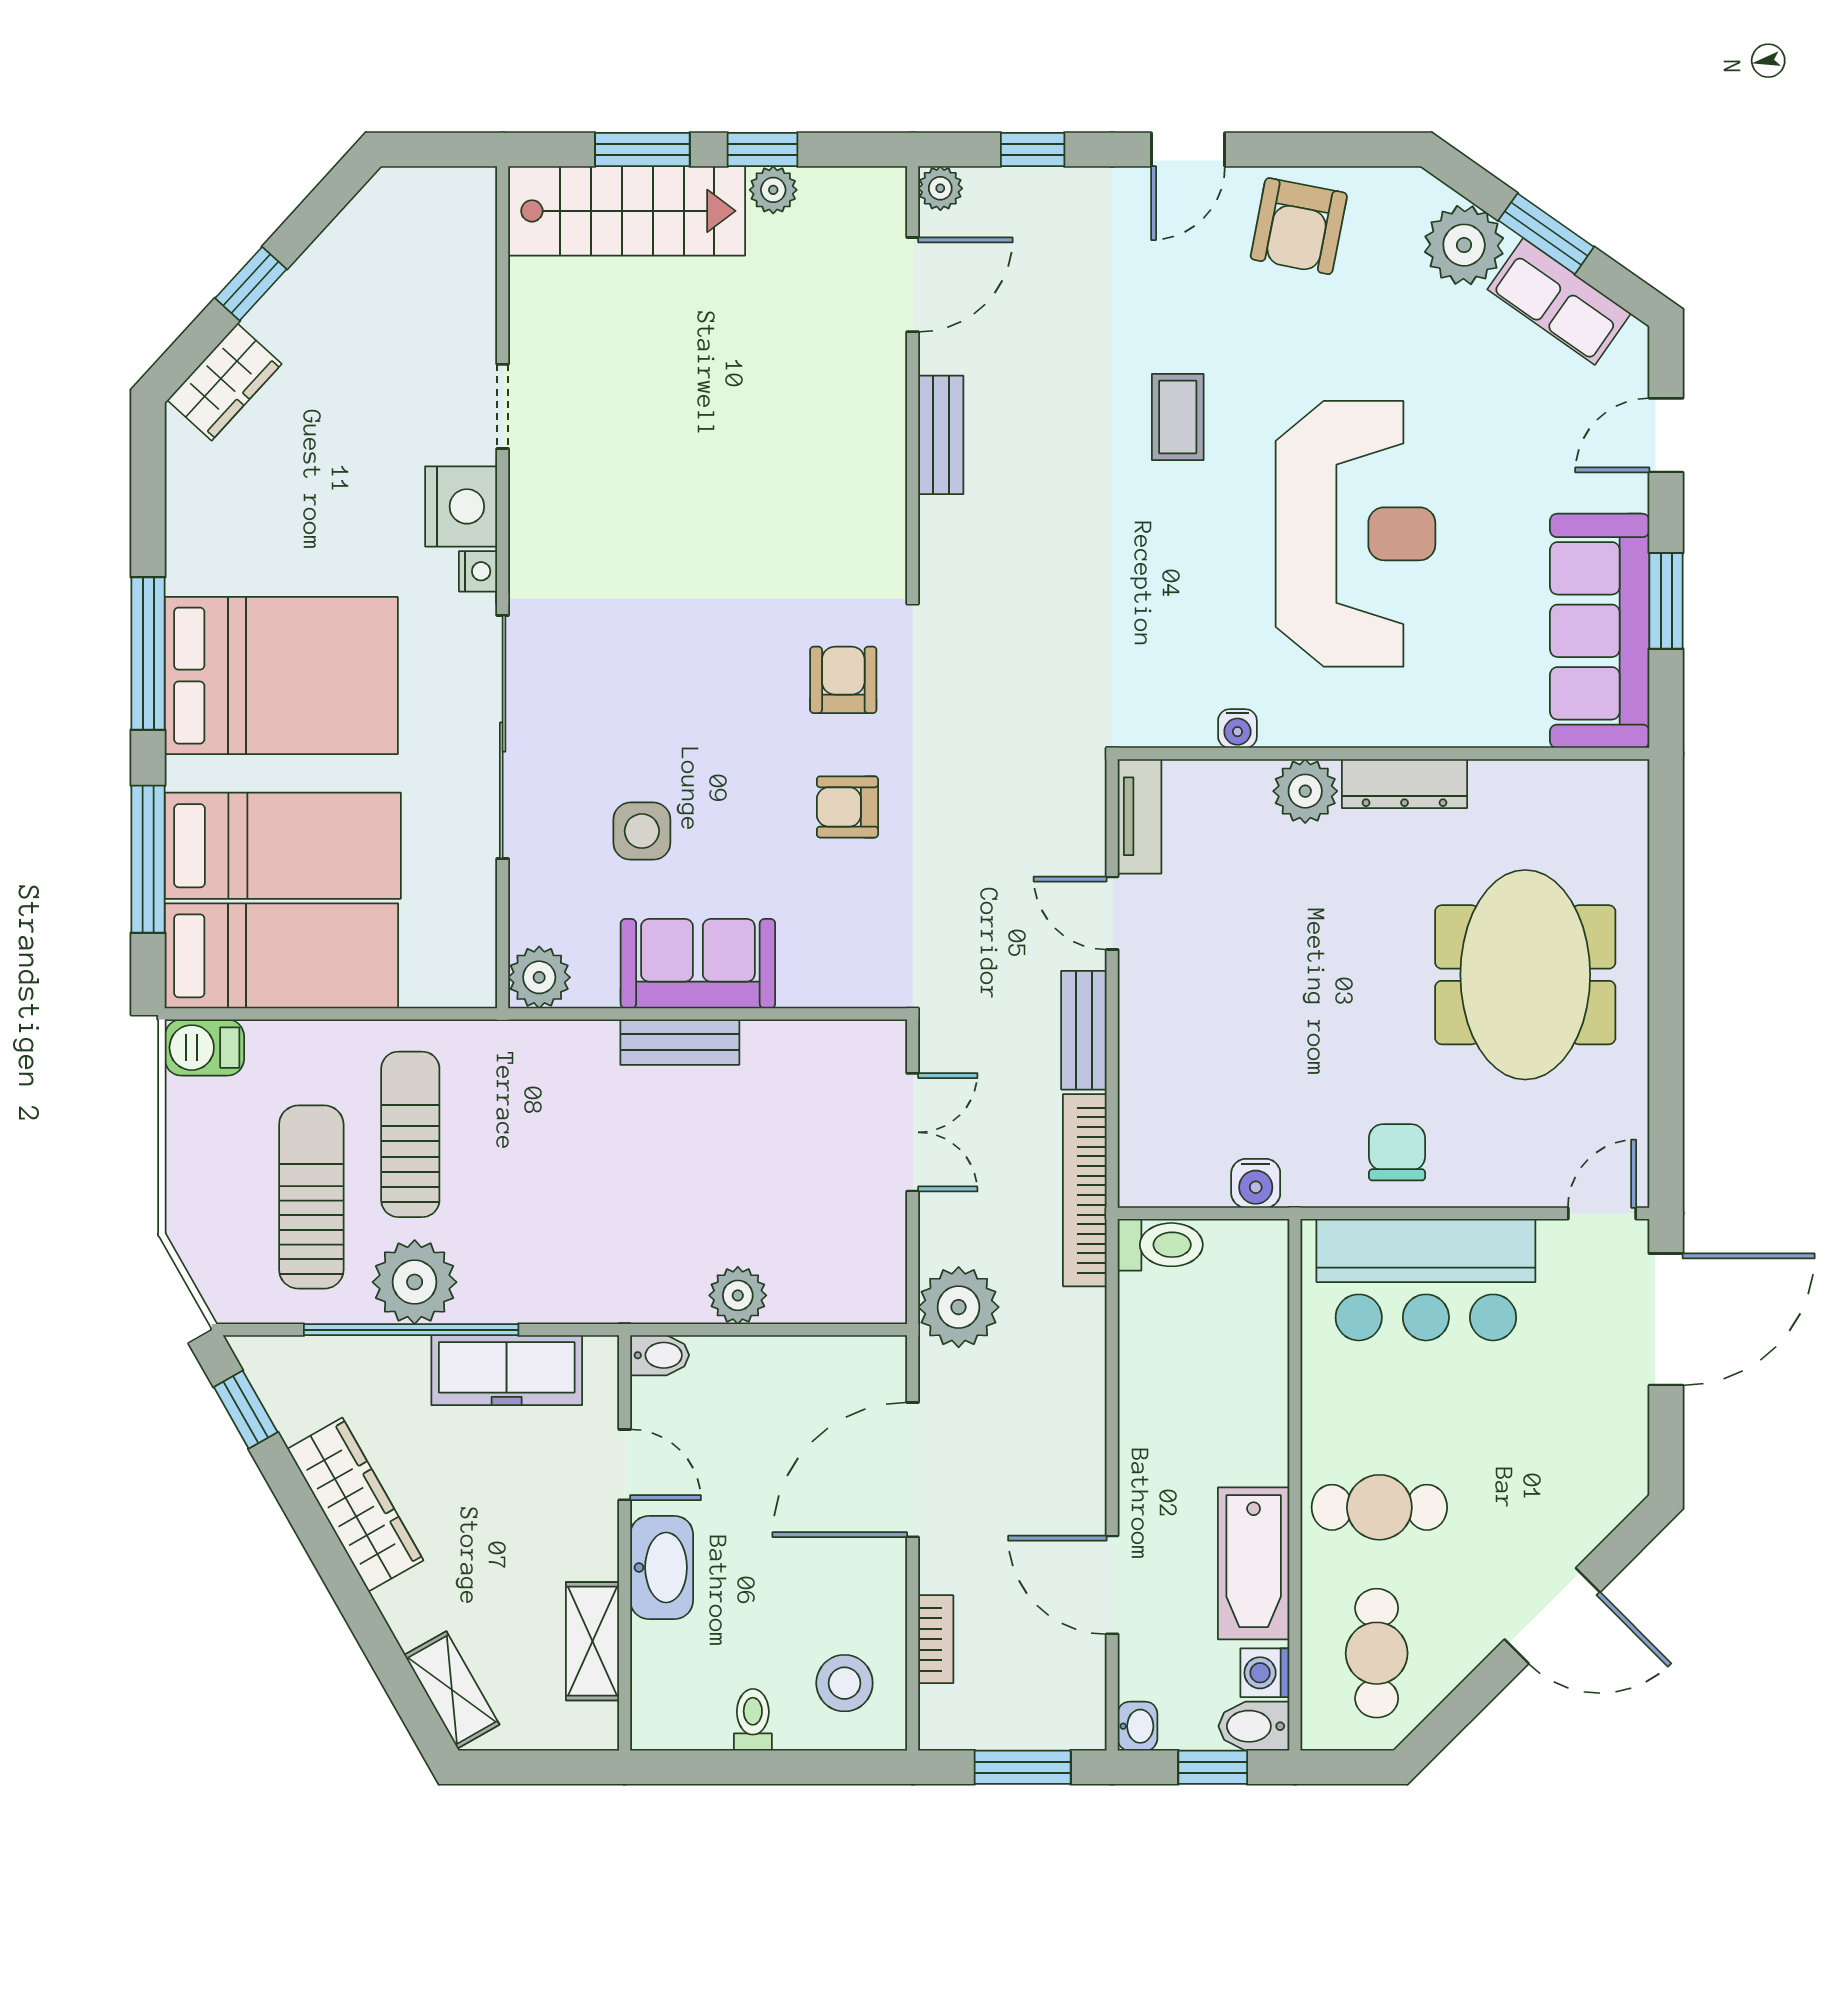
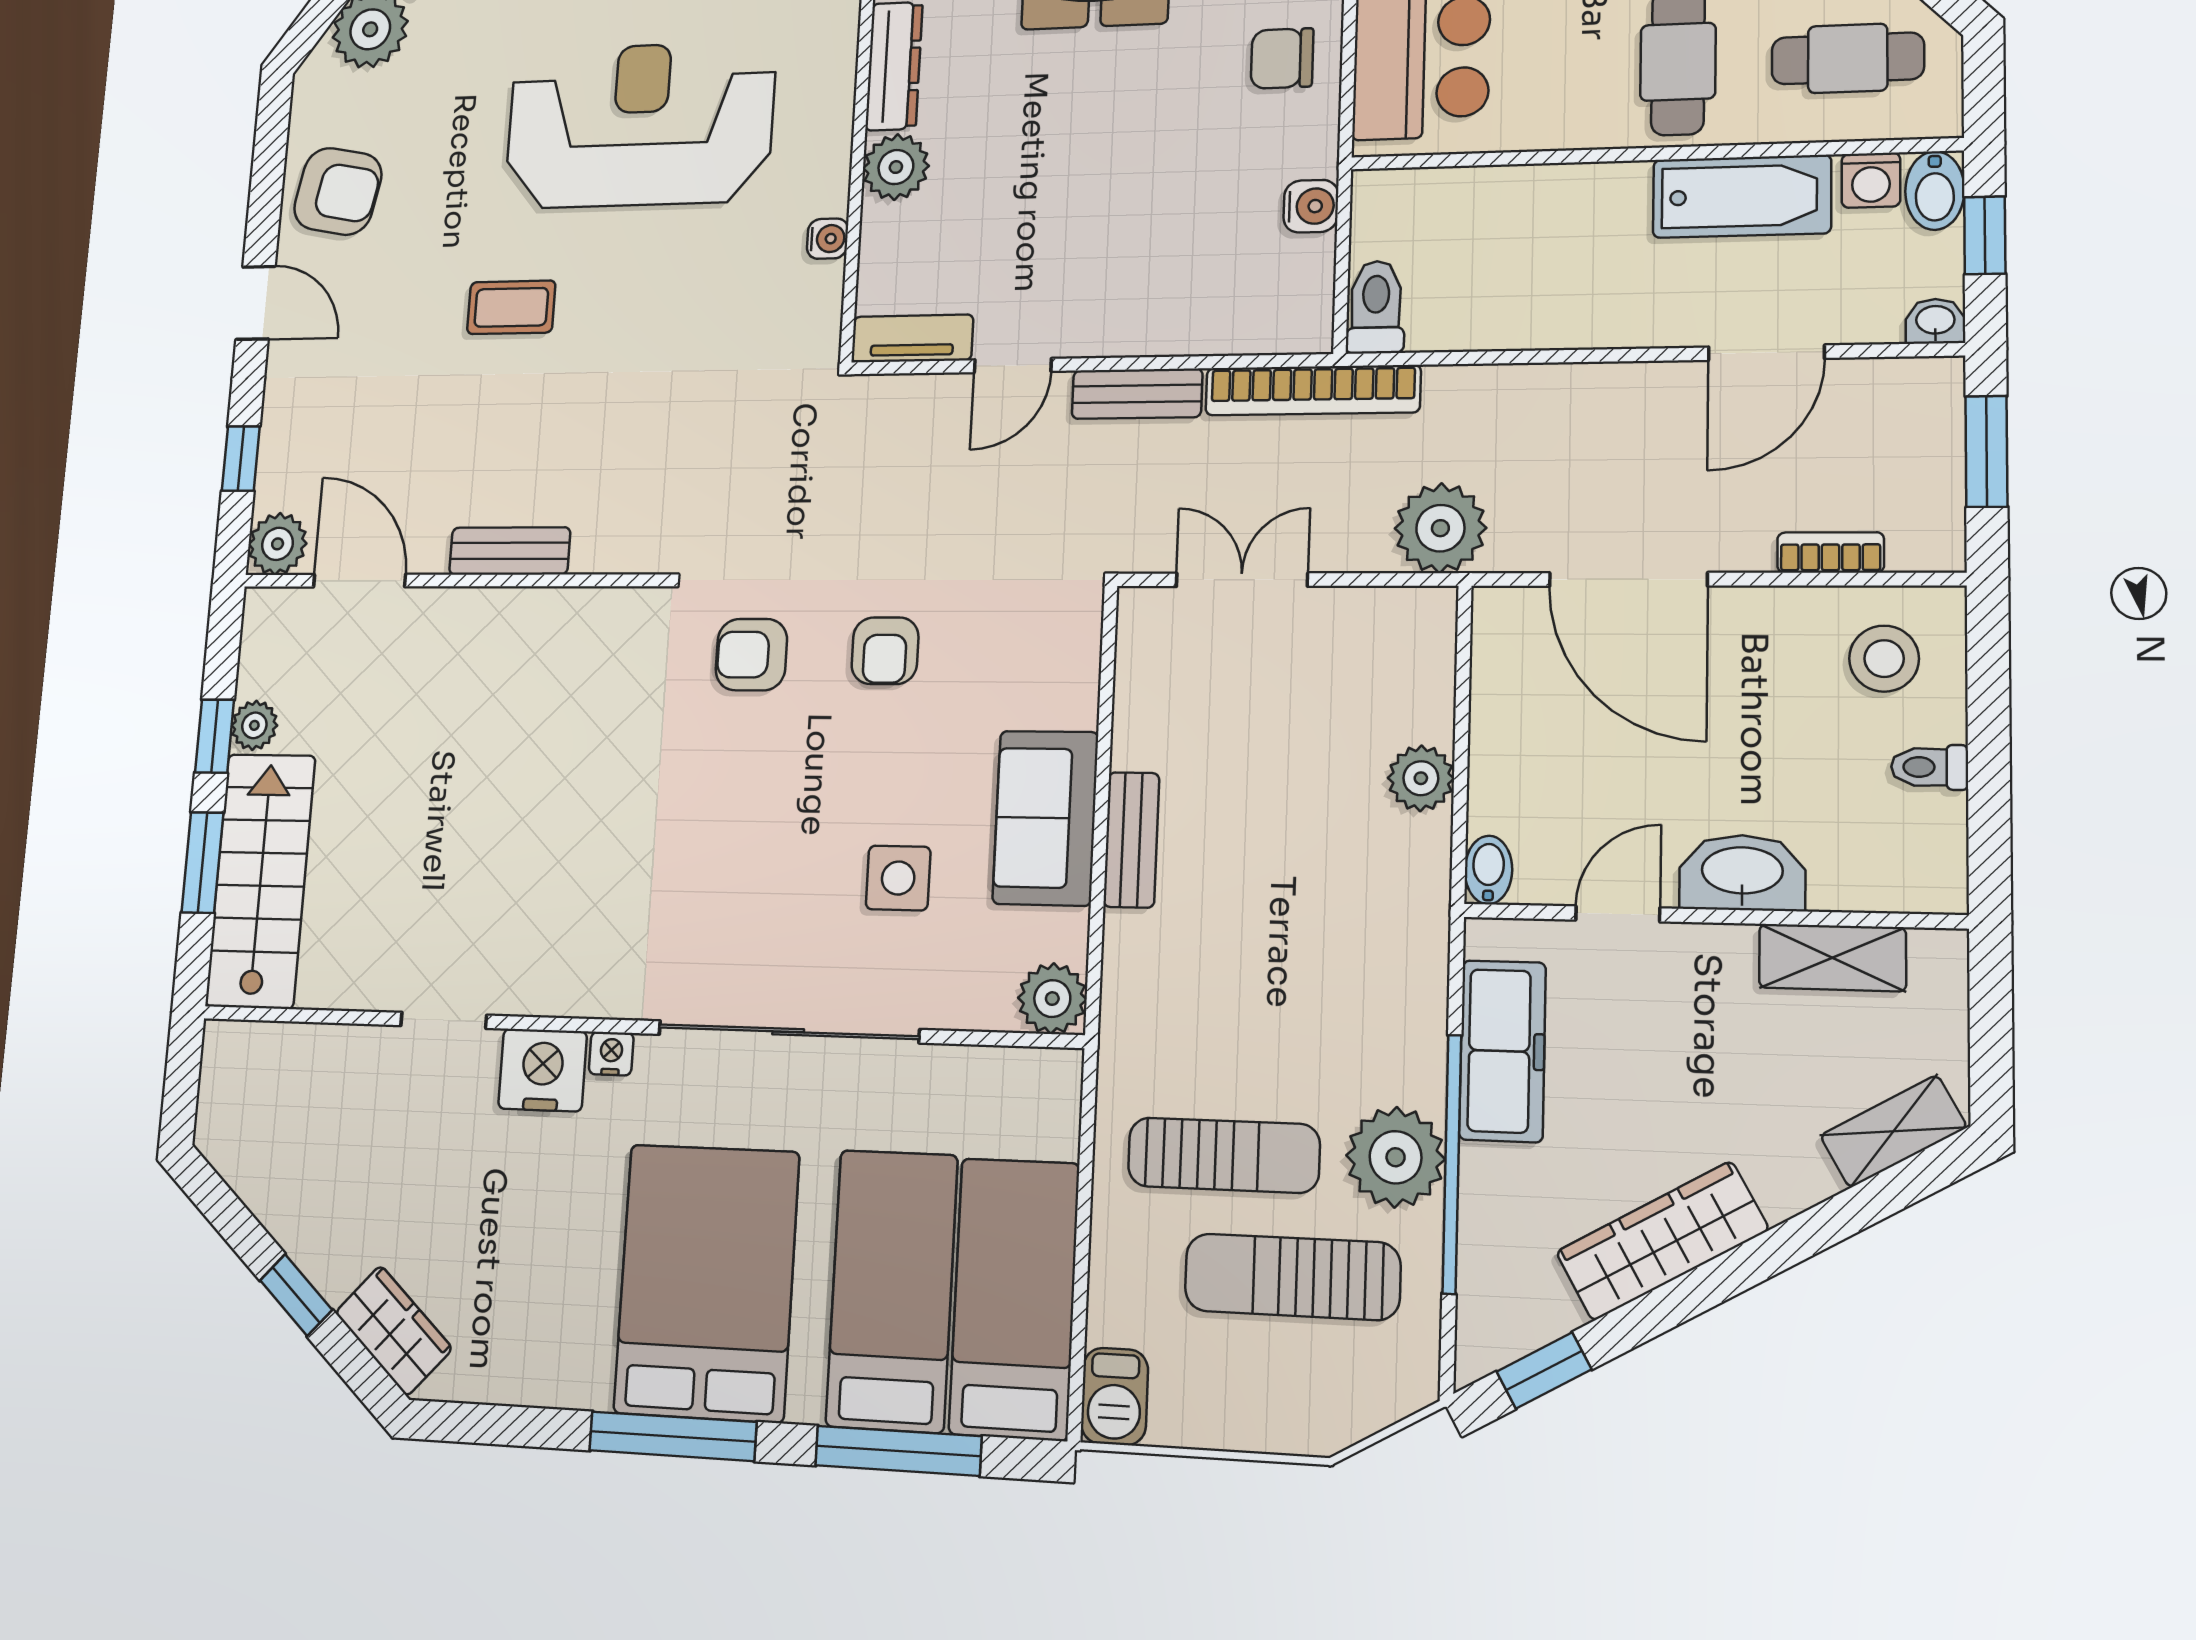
plant: (940, 188) -> (278, 544), width x1.38, depth x1.38
sun lounger: (410, 1134) -> (1224, 1155), turned 180

